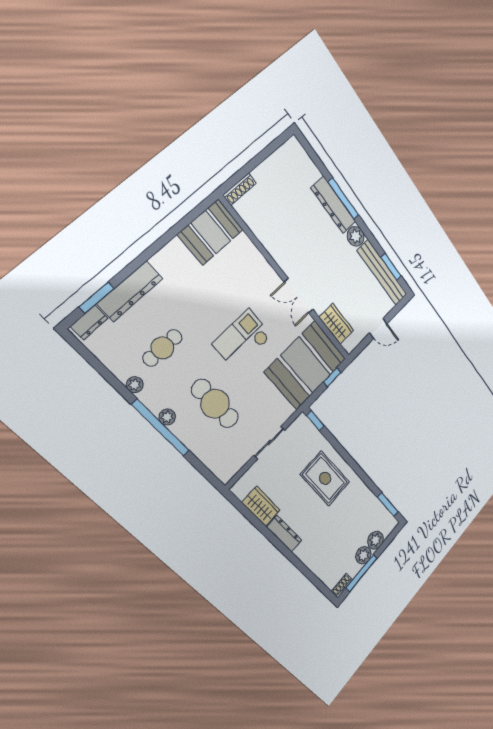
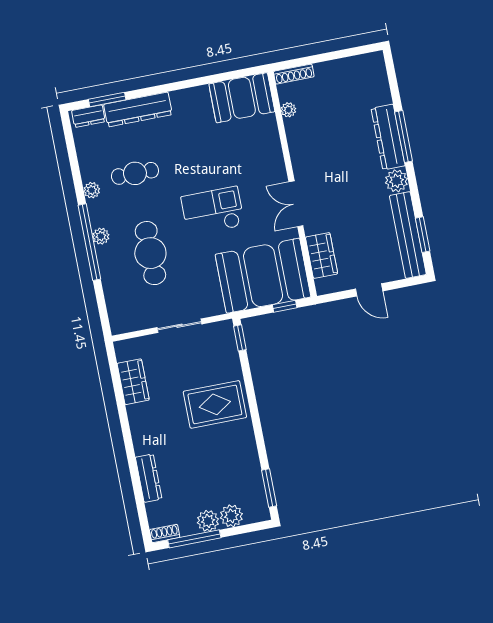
plant: (252, 222) -> (288, 110), added
rug: (325, 478) -> (215, 404), turned 90
dresser: (284, 534) -> (149, 478), moved

